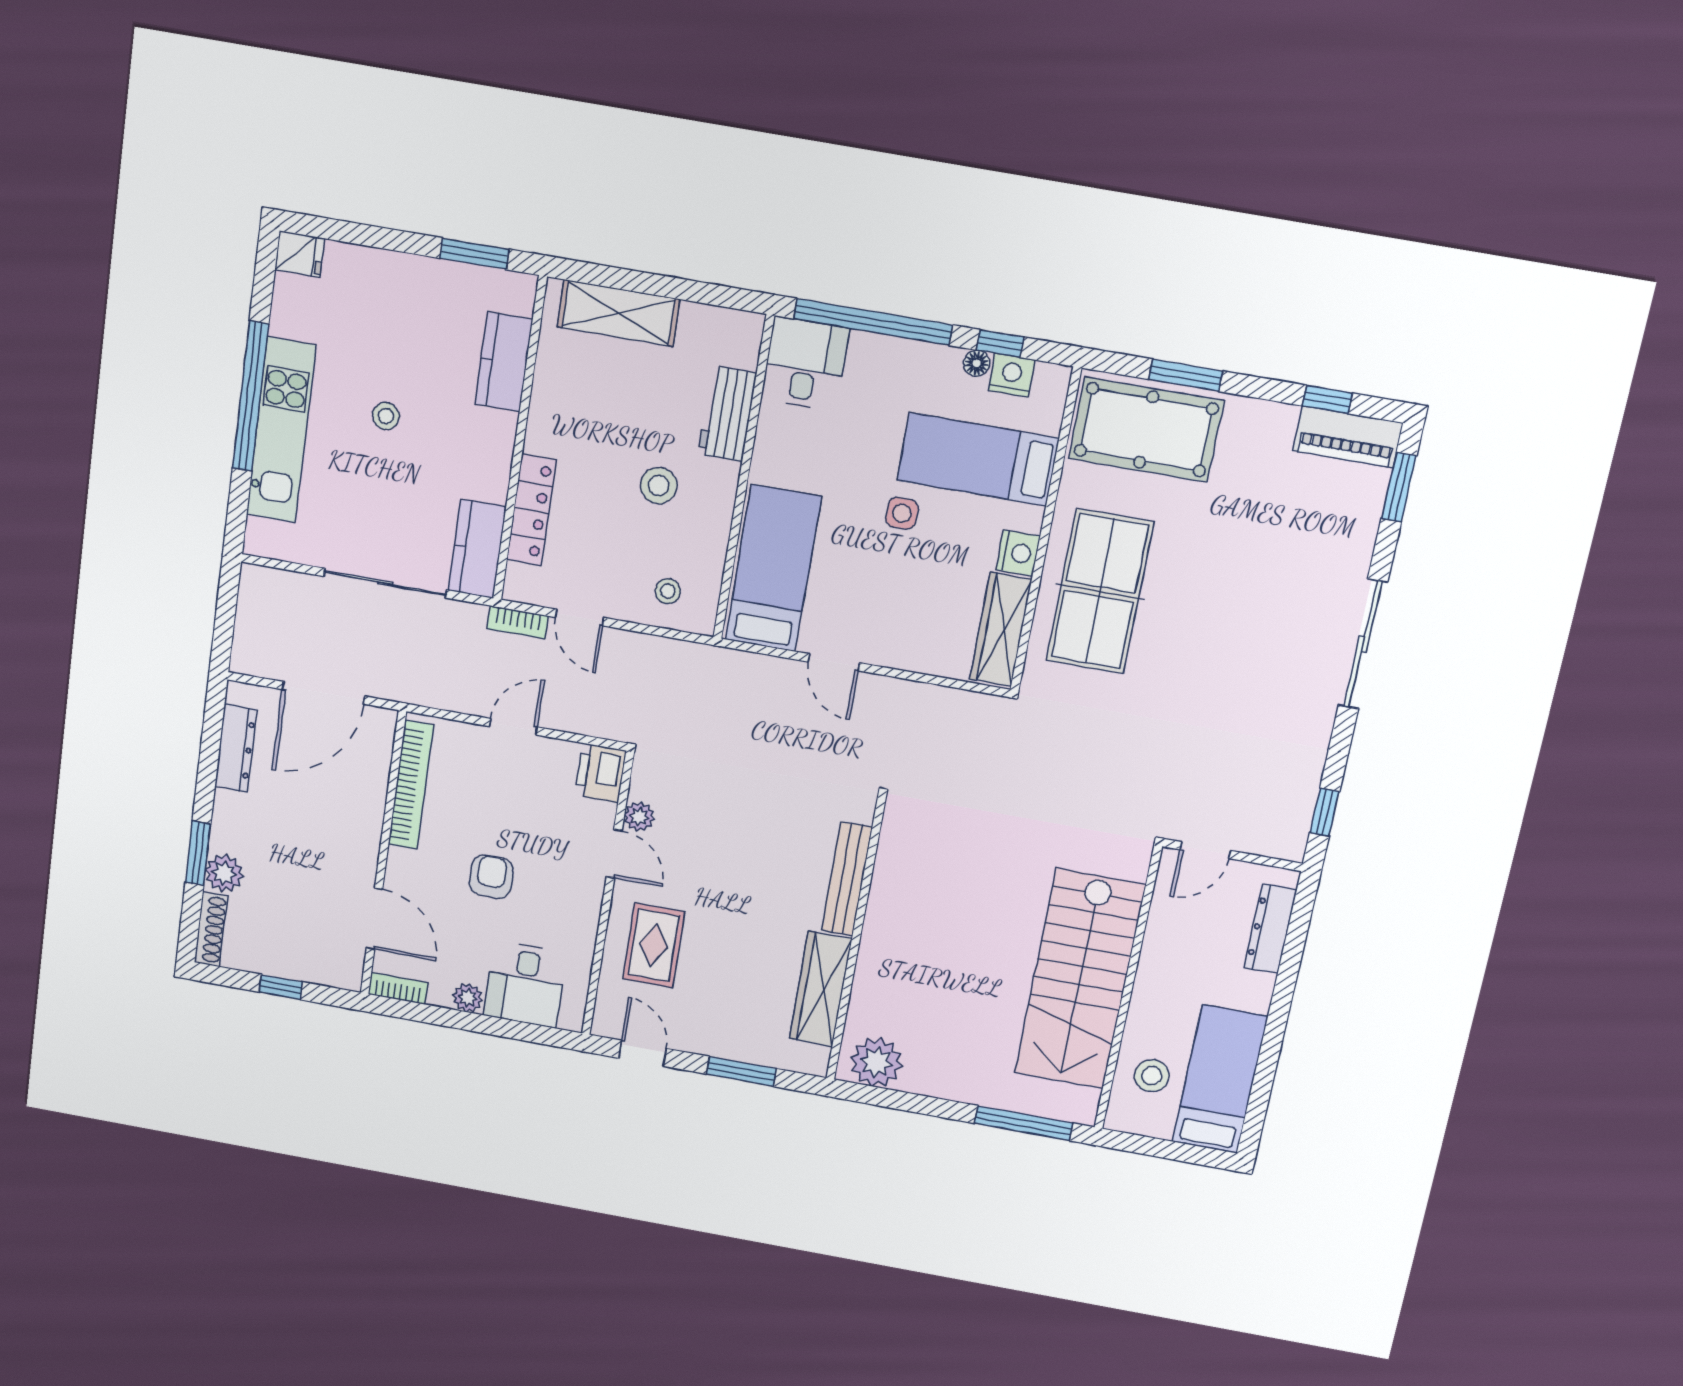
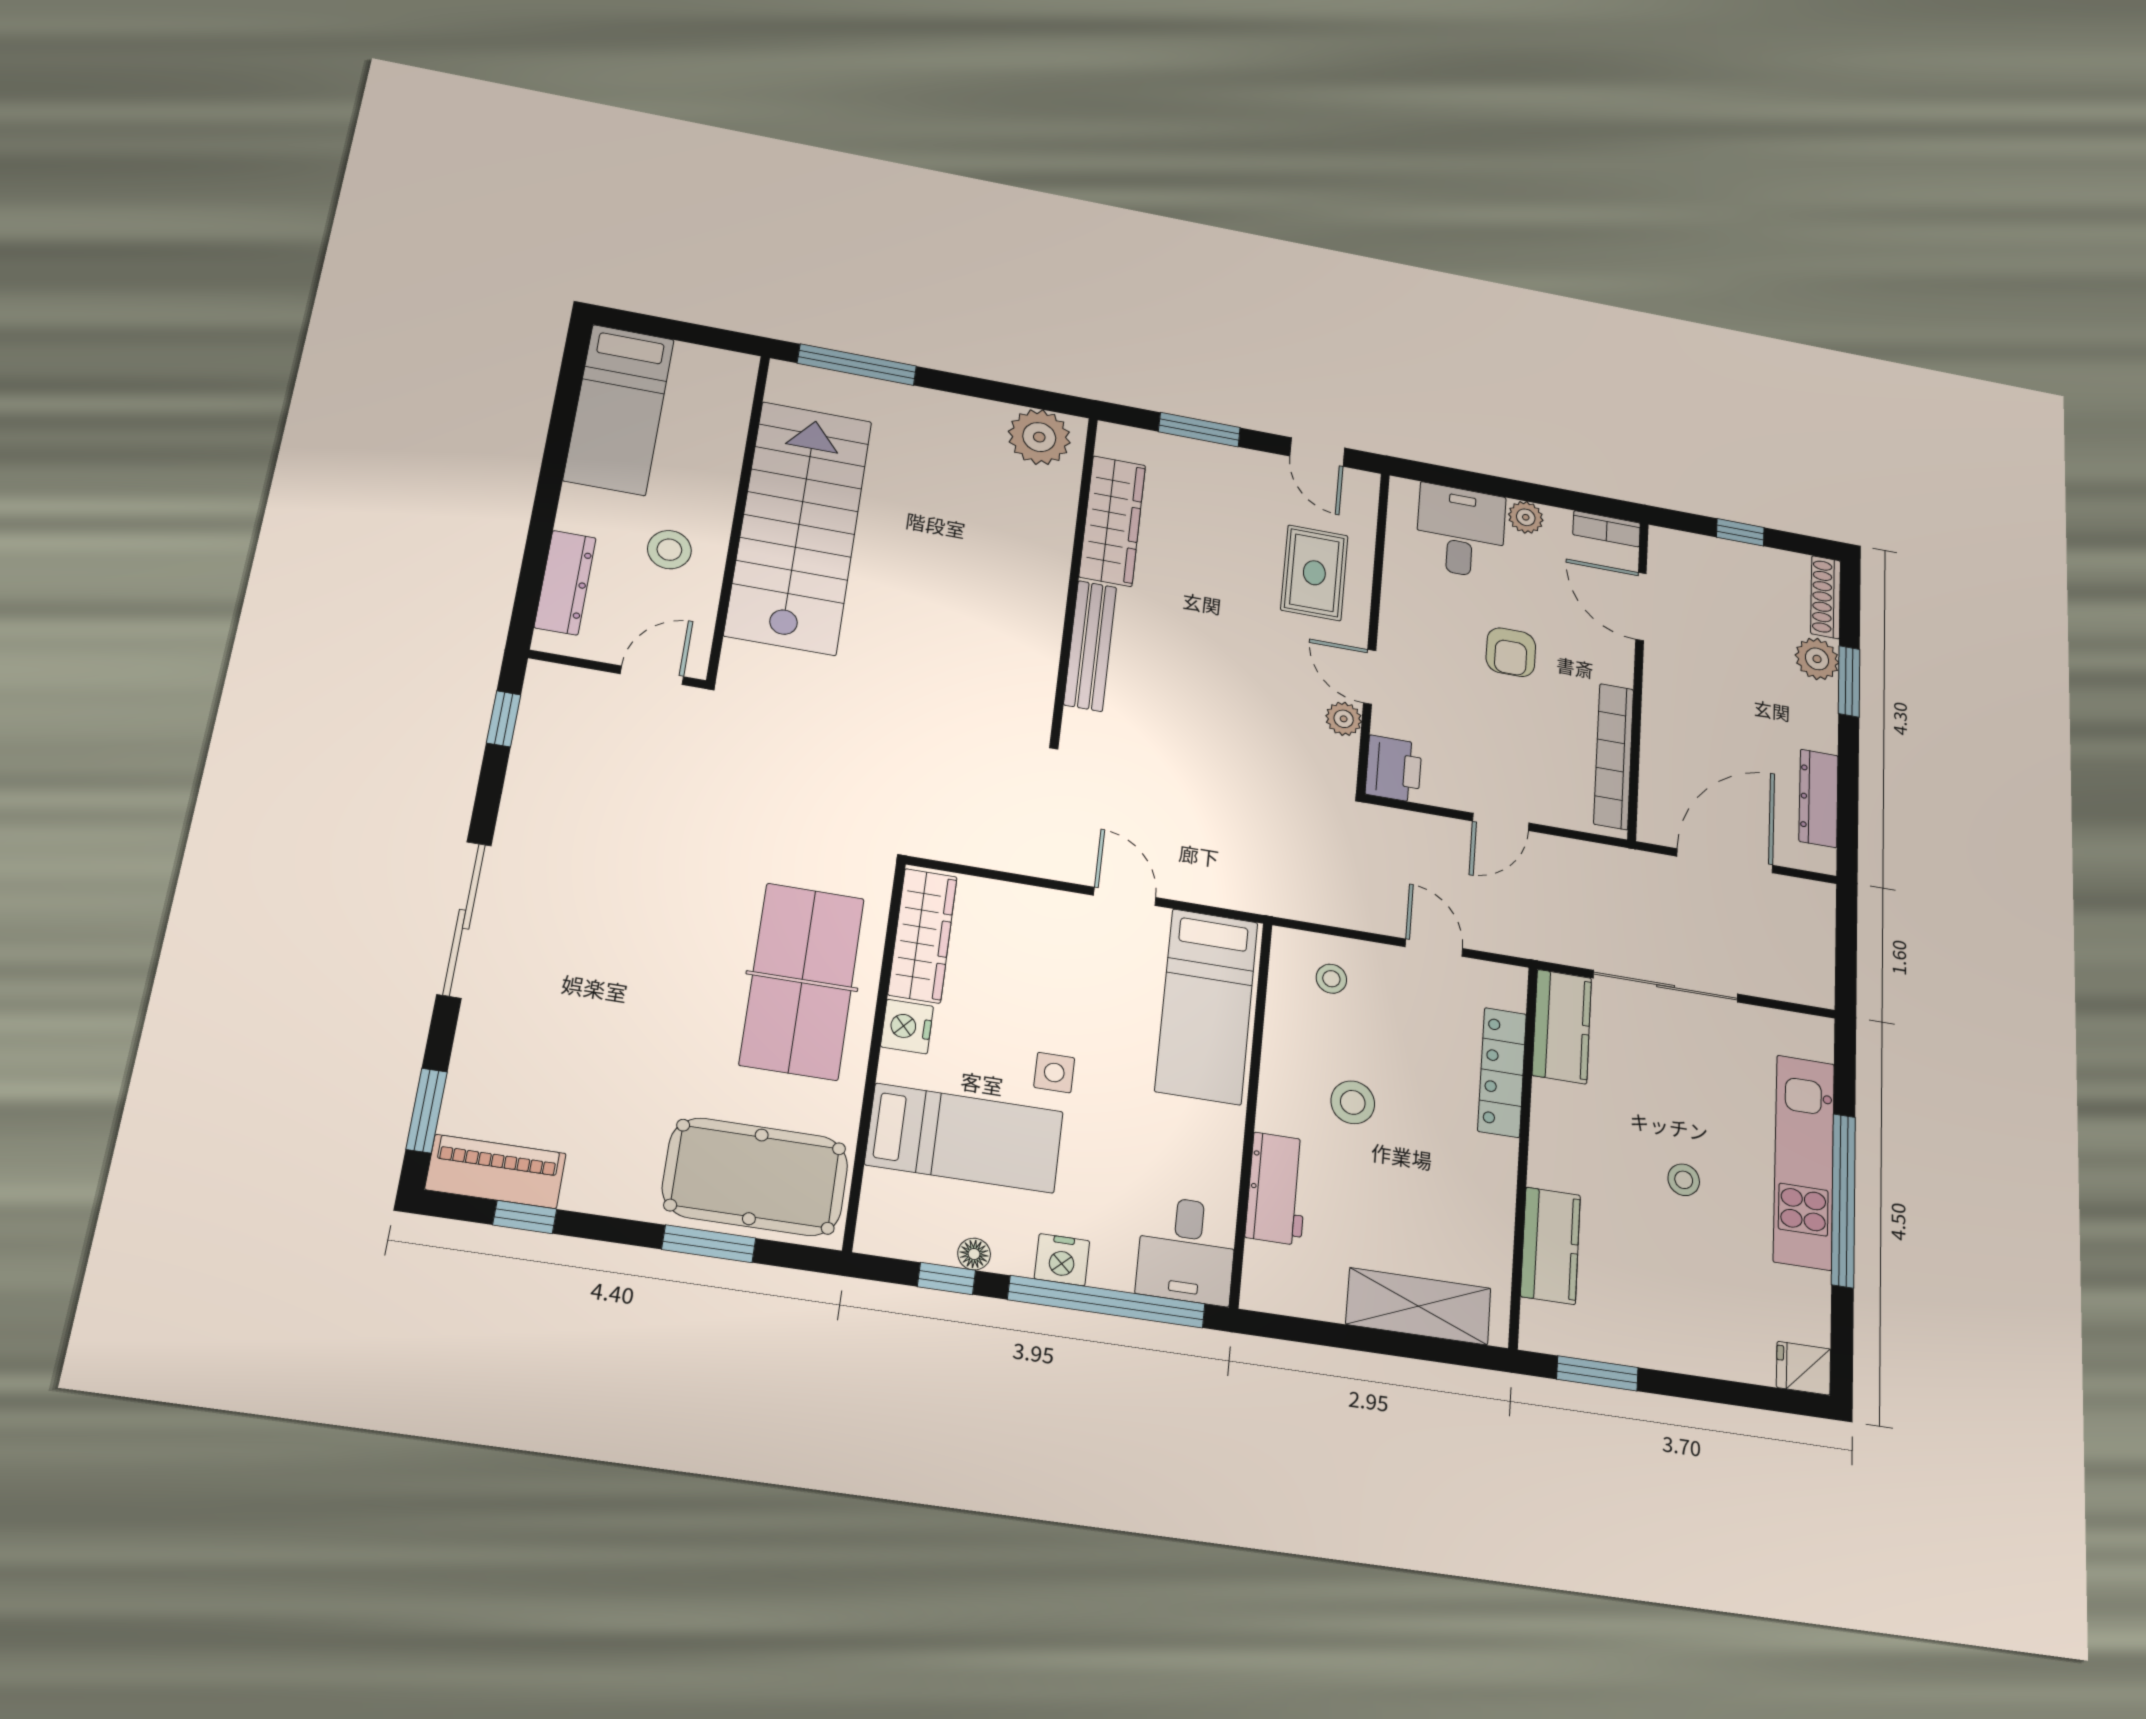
nightstand: (1011, 375) -> (1062, 1260), moved
bookcase: (518, 622) -> (1506, 942), removed
stool: (1152, 1076) -> (669, 550), moved

